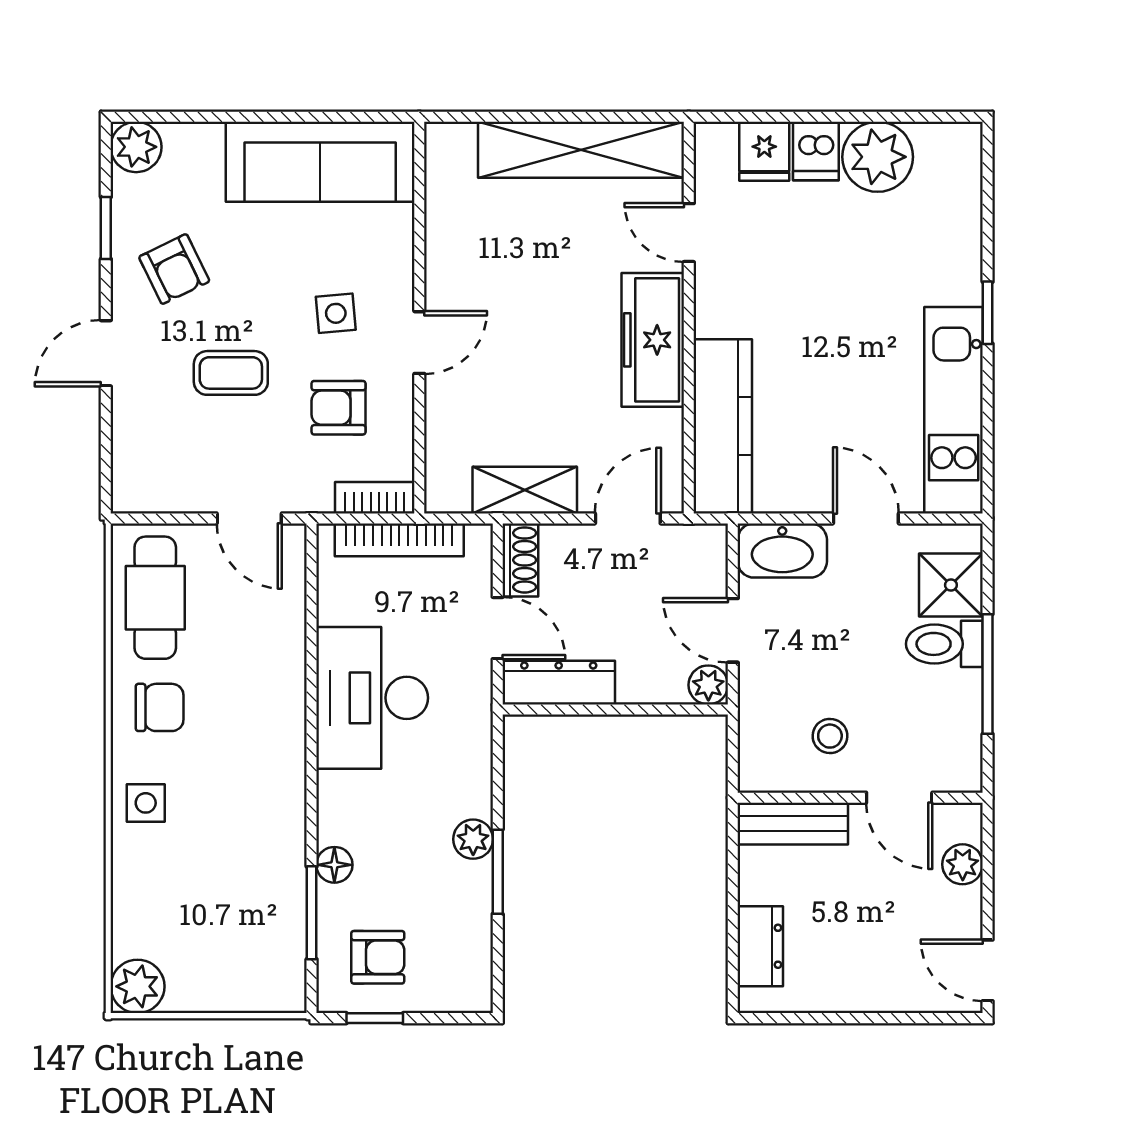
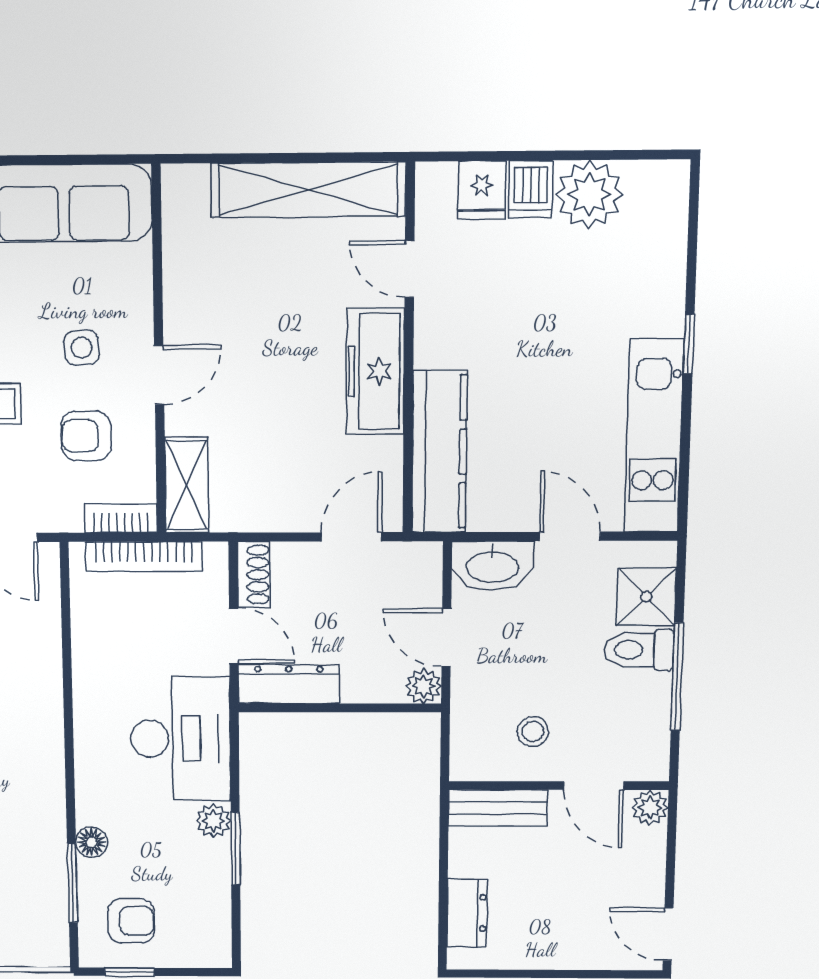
shelving: (525, 490) -> (187, 485), moved, turned 90
desk: (372, 698) -> (180, 739), moved, turned 180
plant: (963, 864) -> (650, 808), moved

